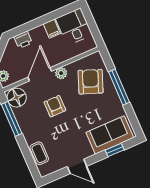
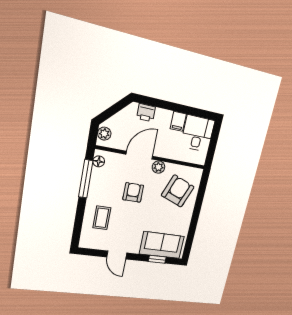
window: (119, 87) -> (197, 211), removed
floor lamp: (17, 98) -> (99, 161), width x0.53, depth x0.53
coffee table: (39, 153) -> (102, 218), moved

